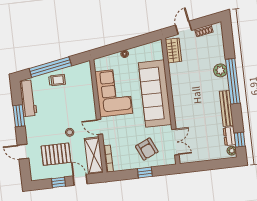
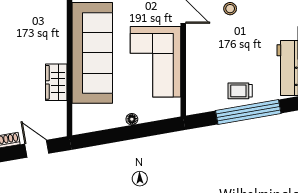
door: (184, 28) -> (37, 149), swing flipped
wardrobe: (173, 50) -> (56, 82), moved

